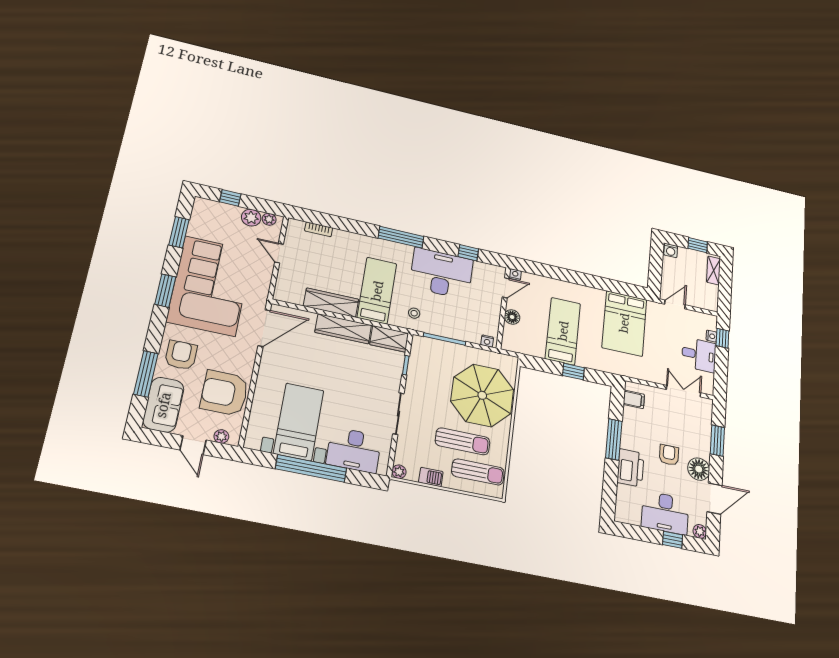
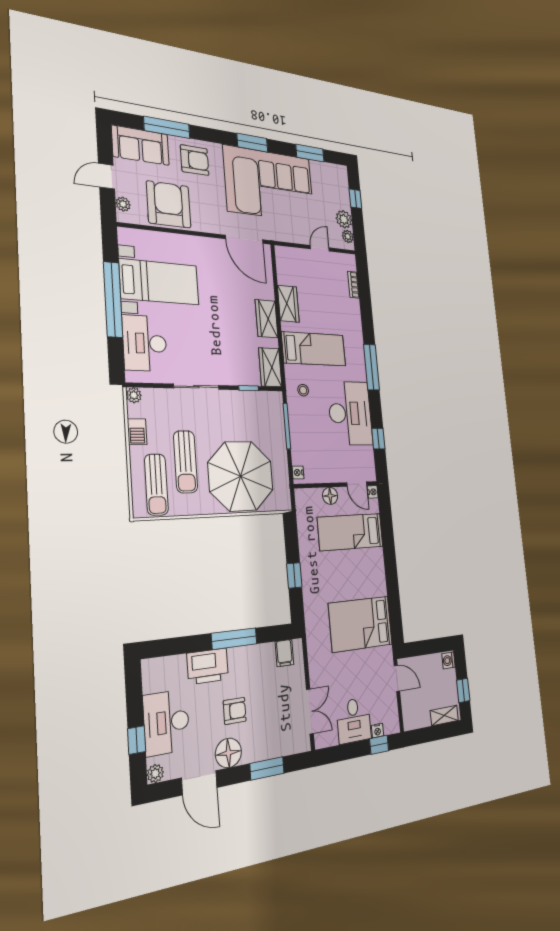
wardrobe: (331, 303) -> (288, 304), width x0.67
wardrobe: (343, 329) -> (267, 319), width x0.67
bed: (563, 331) -> (350, 532), moved, turned 180

